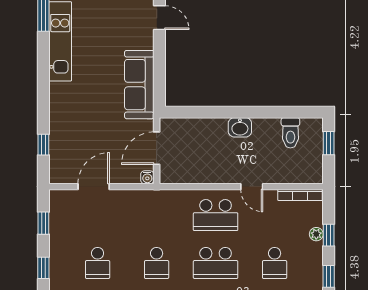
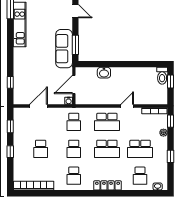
window: (159, 78) -> (75, 45), added
washbasin: (240, 127) -> (104, 73), moved
toilet: (290, 133) -> (162, 76), moved
door: (252, 187) -> (127, 106), swing flipped
school desk: (157, 215) -> (74, 122), added
window: (329, 235) -> (170, 121), moved
school desk: (275, 263) -> (140, 149), width x1.85

